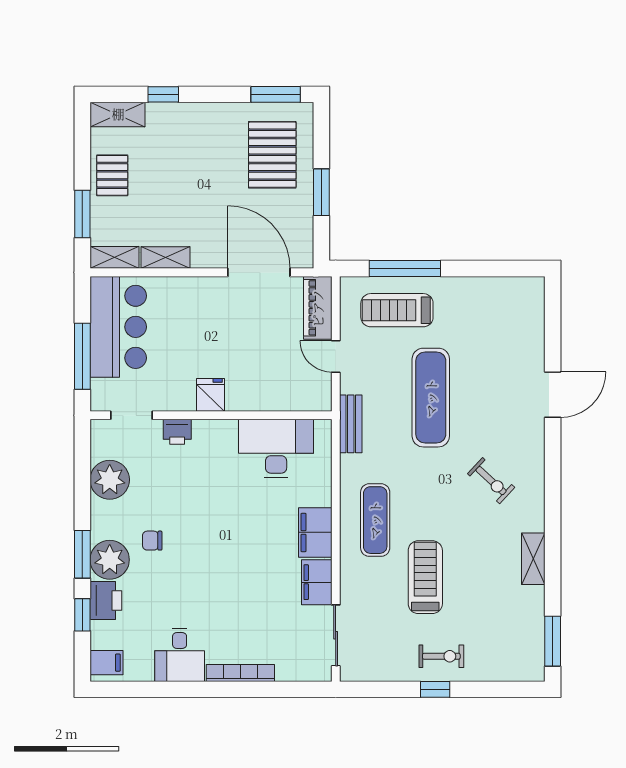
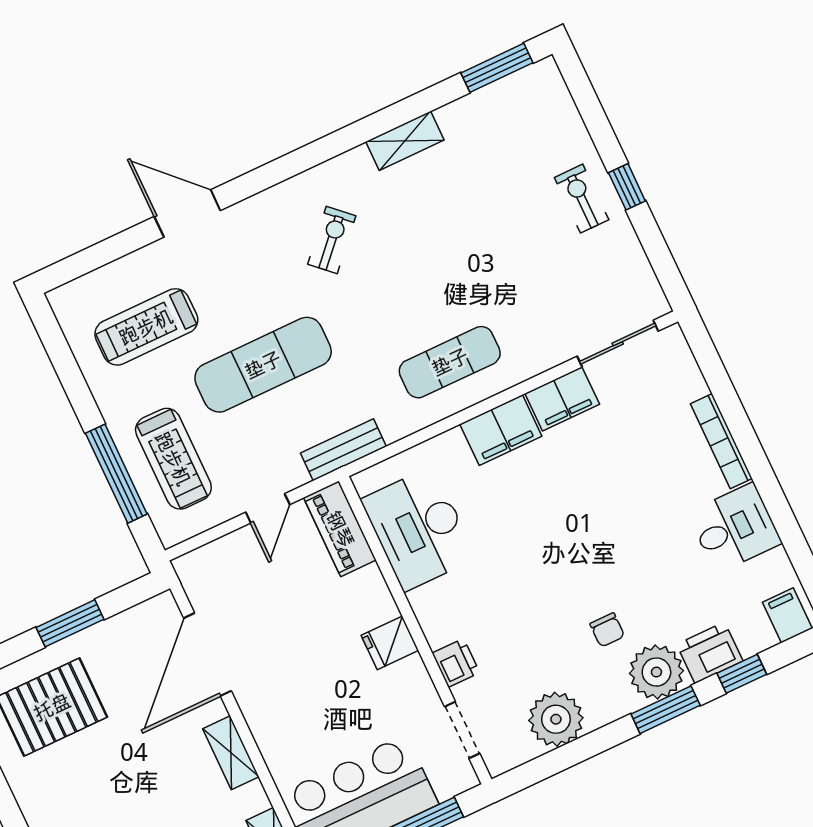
shelving: (165, 257) -> (231, 753), moved
piano: (318, 308) -> (340, 529), moved, turned 90
treadmill: (425, 577) -> (146, 327), moved

